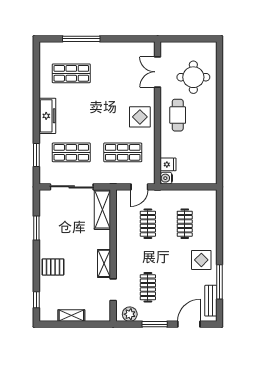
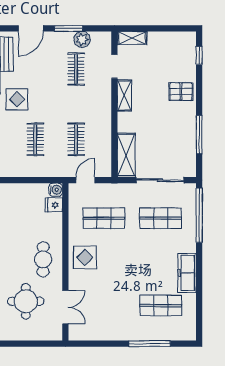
freezer: (47, 116) -> (187, 273), moved
window: (36, 155) -> (199, 215), width x2.11
window: (36, 228) -> (199, 135), width x1.44
plant: (130, 314) -> (82, 39), moved
shelving: (71, 316) -> (132, 38), moved

